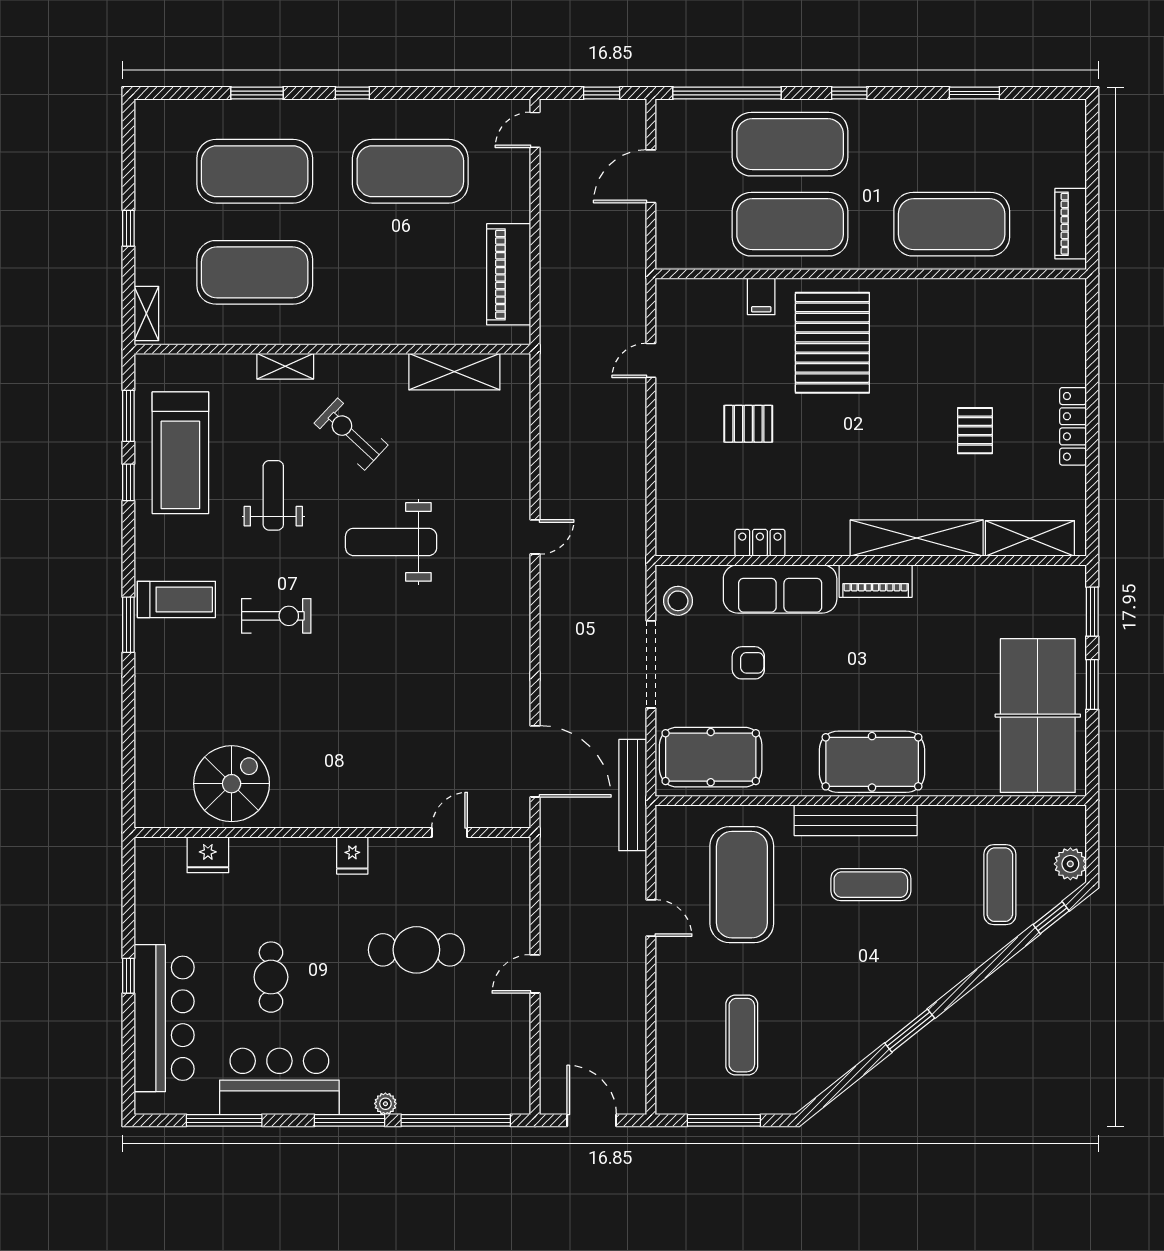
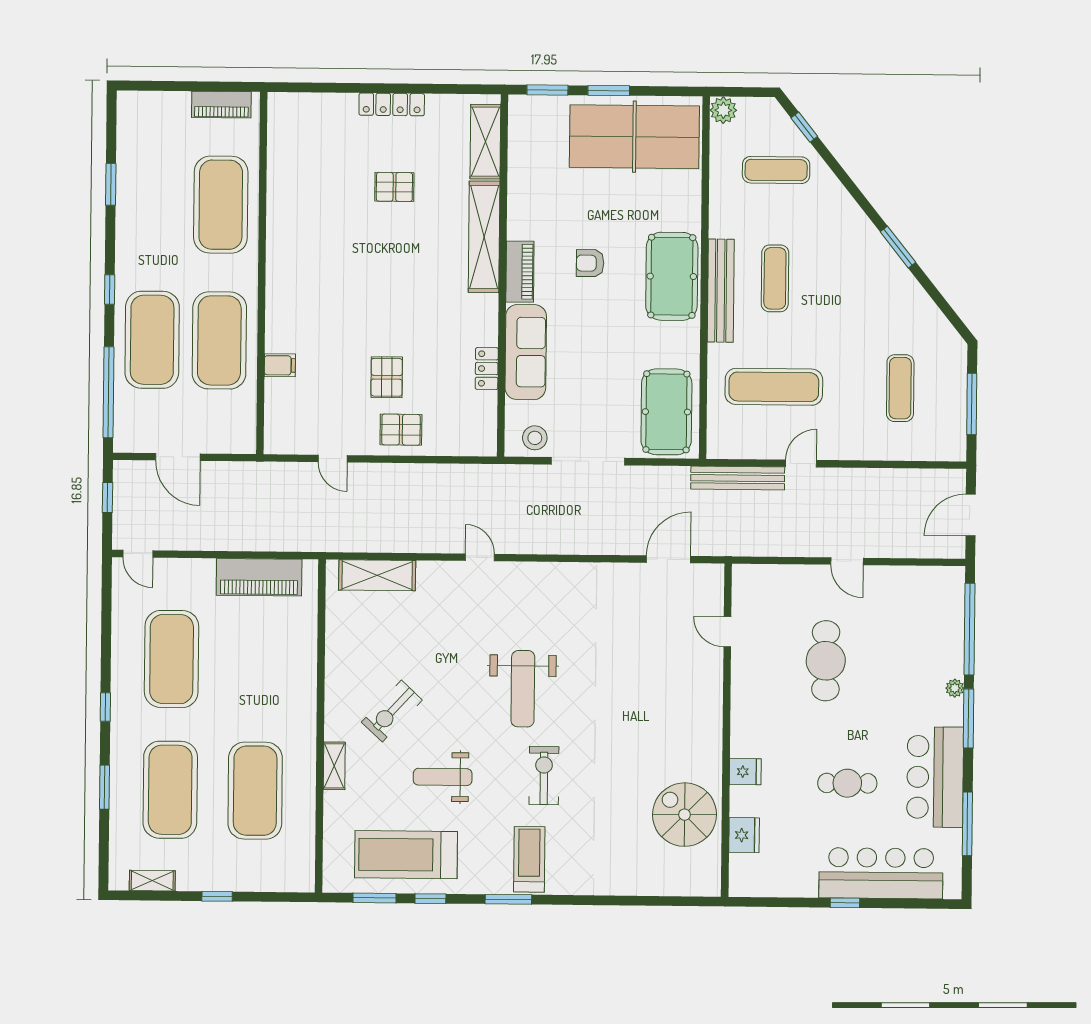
shelving: (146, 313) -> (152, 881), moved
pallet: (832, 343) -> (401, 430), moved, width x0.49, depth x0.50
shelving: (454, 372) -> (377, 575), moved, turned 90
treadmill: (180, 453) -> (406, 855), turned 180
weight bench: (391, 542) -> (523, 689), moved
window: (128, 625) -> (508, 899), moved
armchair: (748, 663) -> (590, 263), moved, turned -90
door: (535, 761) -> (668, 559), width x0.73
bench: (633, 795) -> (738, 478), moved
fridge: (352, 855) -> (745, 772), moved
plant: (1070, 864) -> (723, 110), moved
exercise mat: (742, 885) -> (774, 387), width x0.68
exercise mat: (742, 1035) -> (900, 388), turned 90

